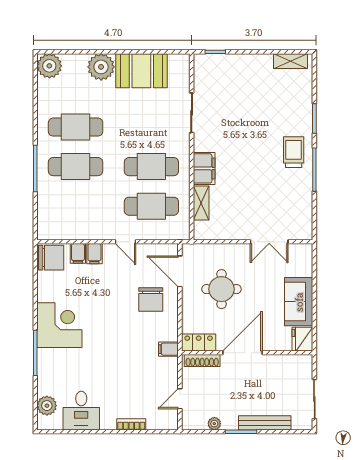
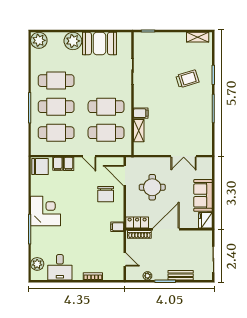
trolley: (294, 152) -> (187, 79), moved, turned 73
filing cabinet: (204, 168) -> (141, 113), width x0.50
cafe table: (76, 206) -> (56, 133), added
door: (180, 399) -> (125, 260), swing flipped
bench: (265, 423) -> (181, 275), width x0.73

